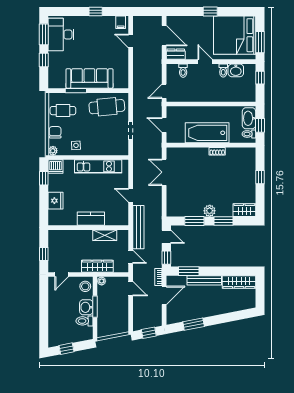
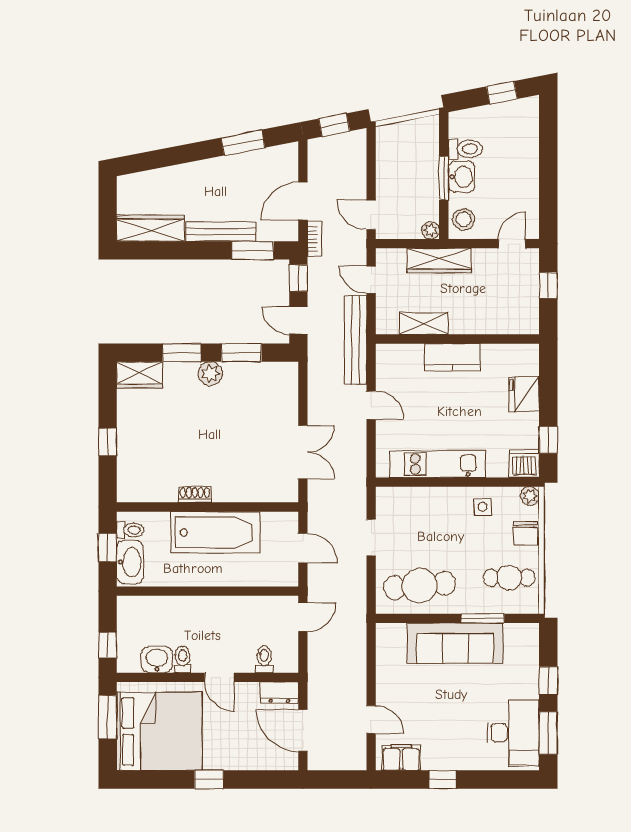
filing cabinet: (121, 22) -> (401, 758), width x2.00

